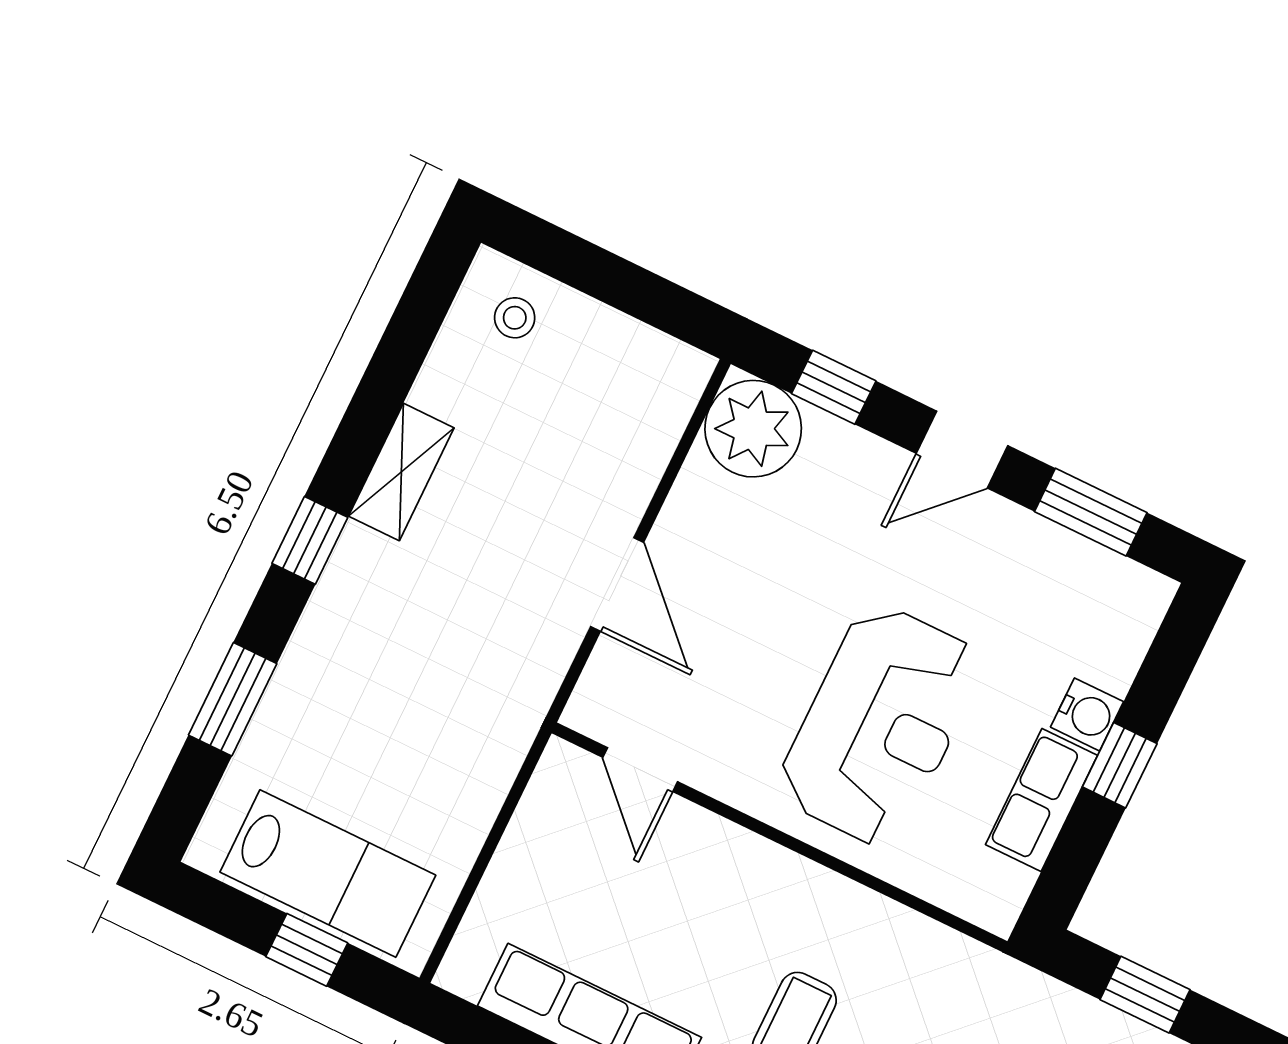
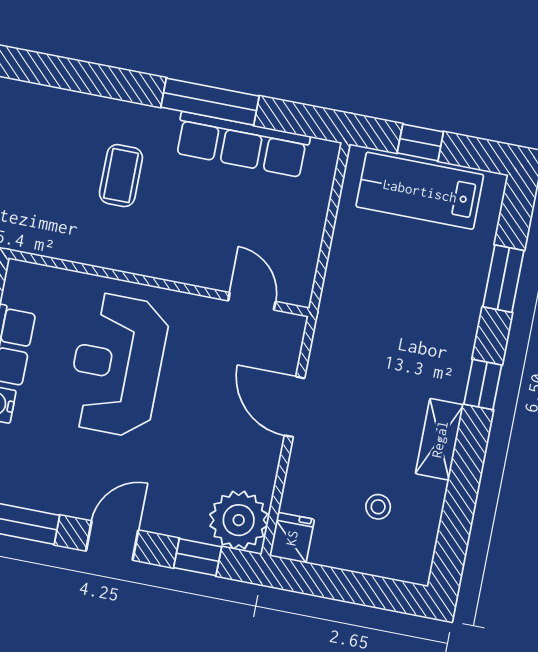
stool: (515, 318) -> (378, 507), moved
fridge: (676, 378) -> (292, 538), added

